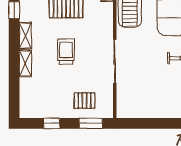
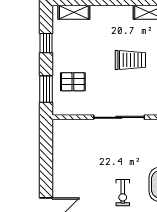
shelving: (25, 63) -> (74, 12), moved
pallet: (84, 101) -> (73, 82), turned 90

